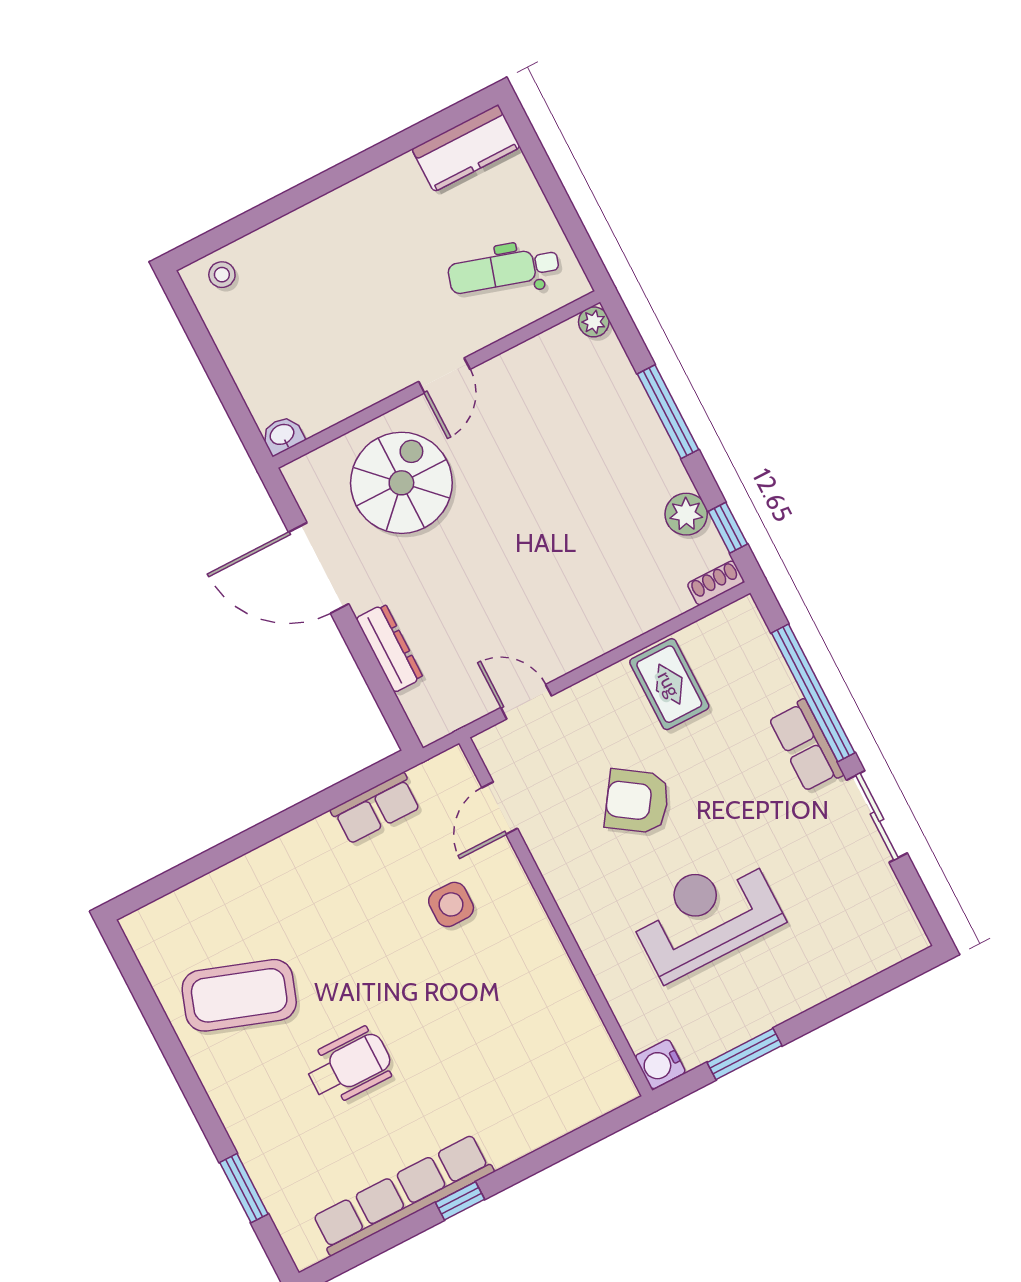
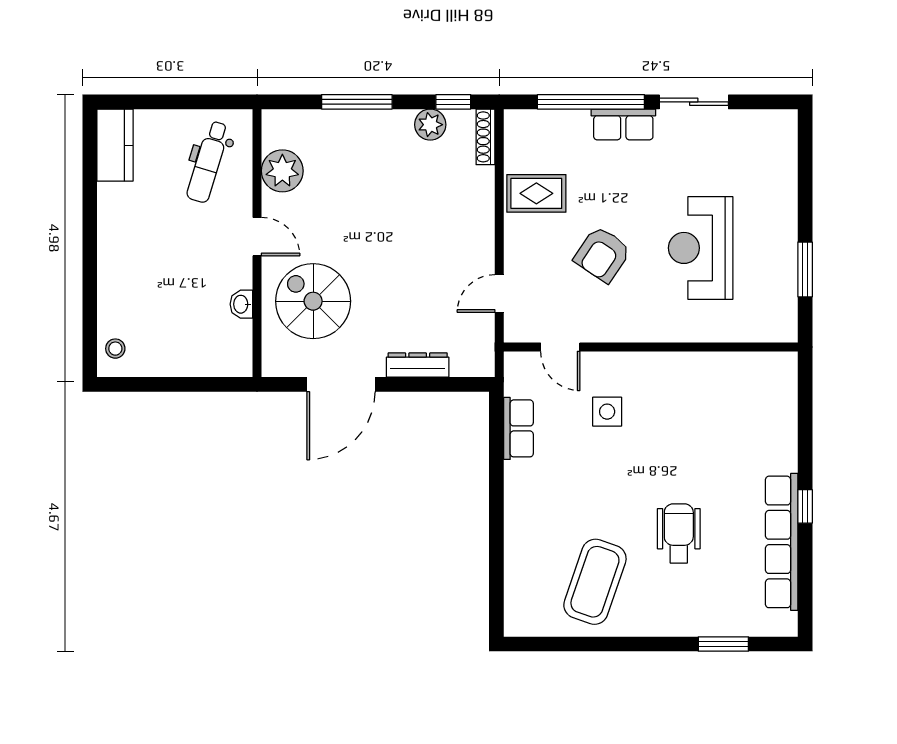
plant: (594, 322) -> (282, 171), moved, width x1.88, depth x1.88
washbasin: (282, 435) -> (241, 304), moved
shoe rack: (716, 583) -> (486, 137), width x1.43
water cooler: (660, 1064) -> (783, 328), removed

